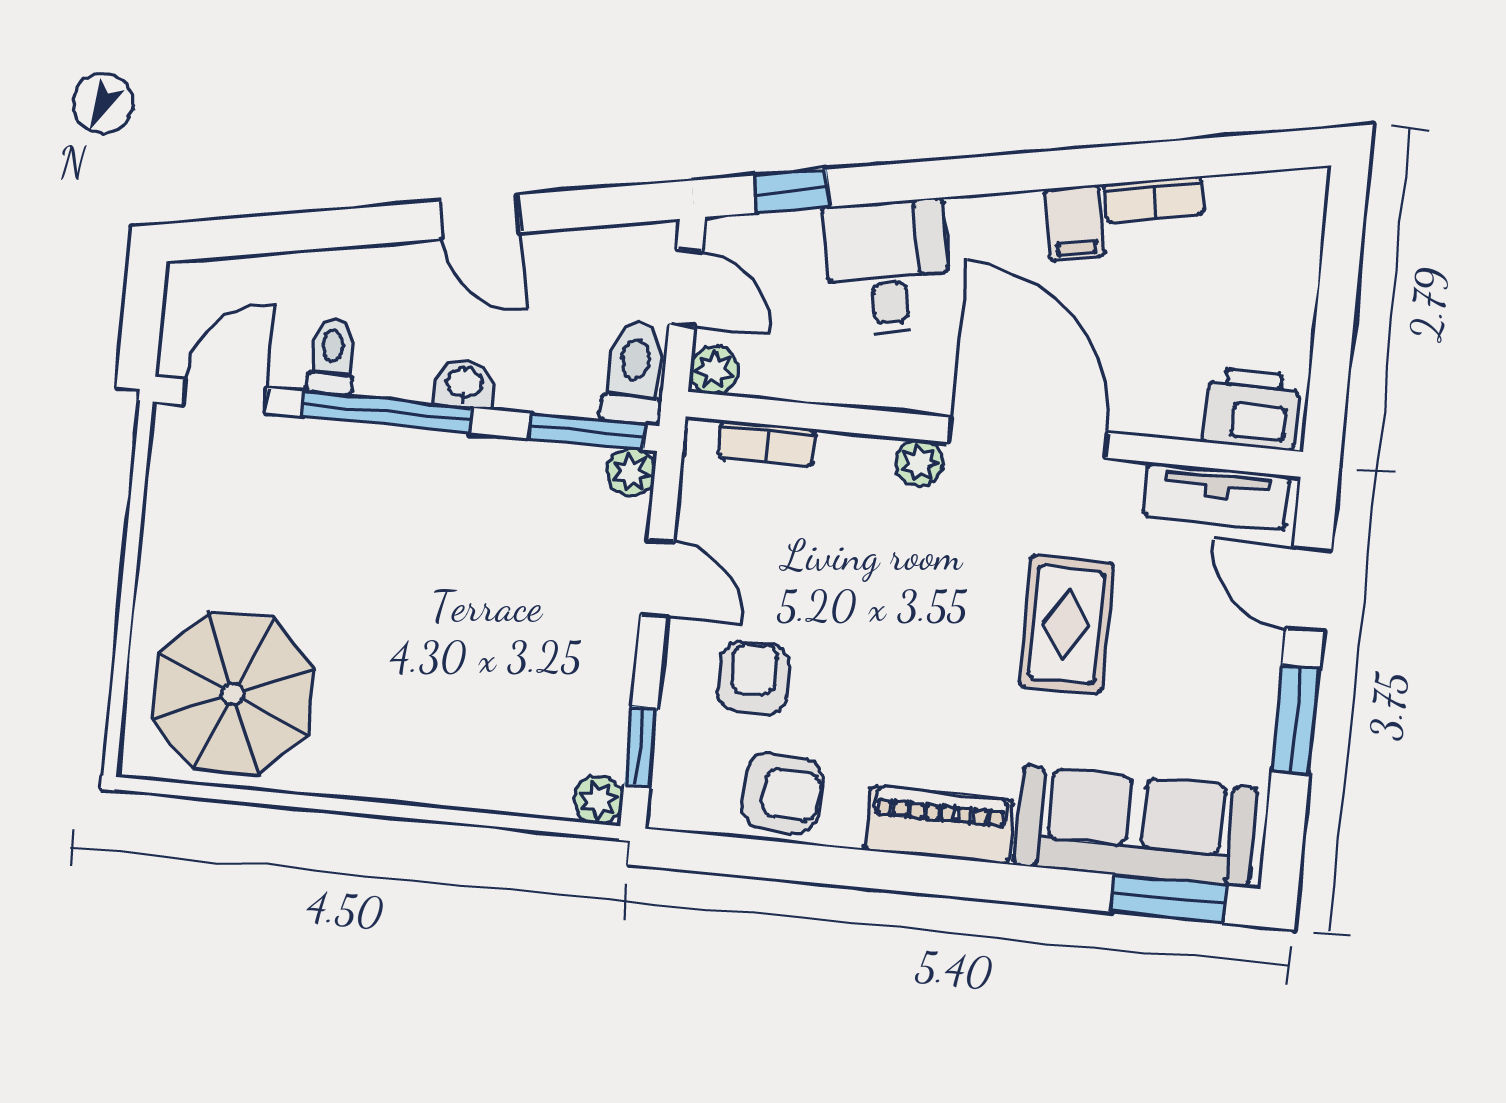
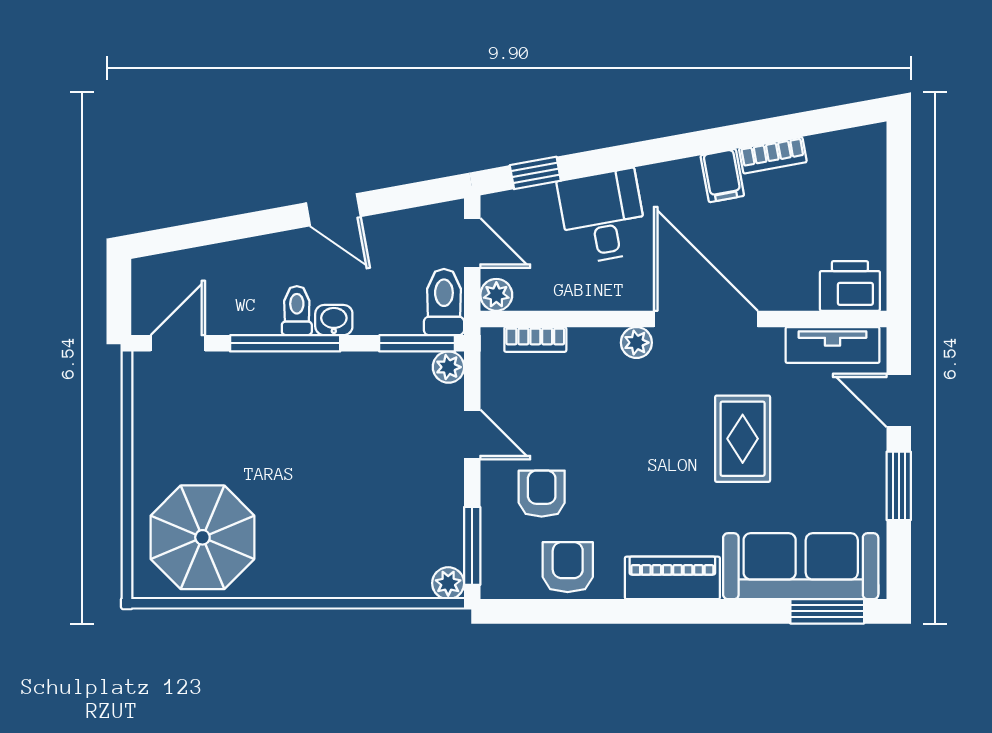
toilet: (332, 357) -> (297, 311), moved
window: (641, 747) -> (472, 546), width x1.50
armchair: (782, 793) -> (568, 567), turned -94

